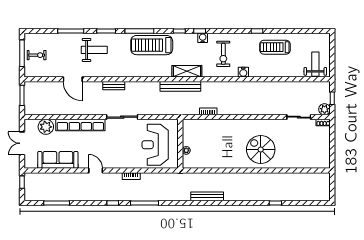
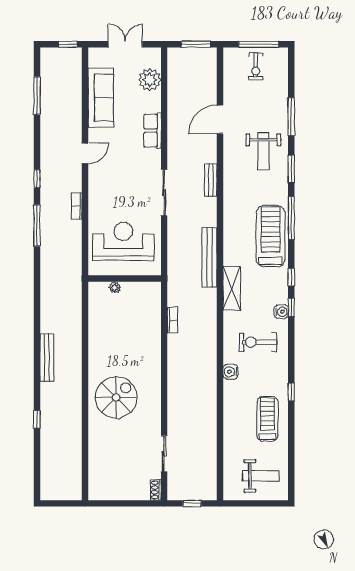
weight bench: (315, 64) -> (261, 476), moved
bench: (180, 86) -> (209, 257), moved
plant: (325, 109) -> (176, 492), removed
row of seats: (80, 125) -> (152, 131), width x0.50
bench: (207, 196) -> (47, 358), moved

